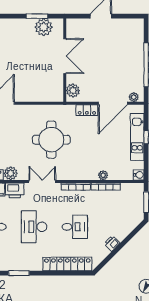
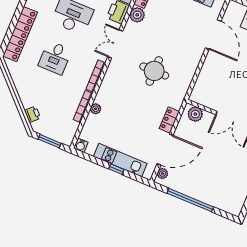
door: (113, 103) -> (165, 150), swing flipped
round table: (51, 140) -> (154, 71), width x0.73, depth x0.73
double door: (42, 181) -> (115, 44), swing flipped
printer: (112, 243) -> (33, 114), moved

